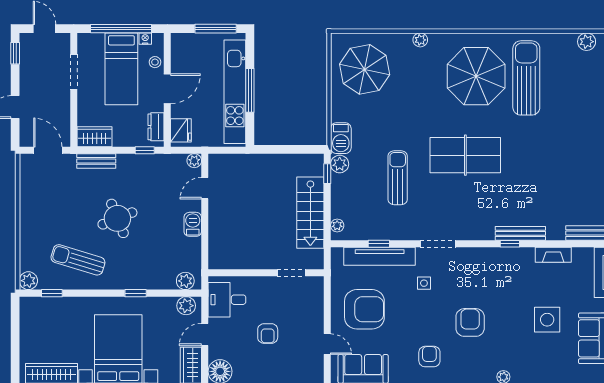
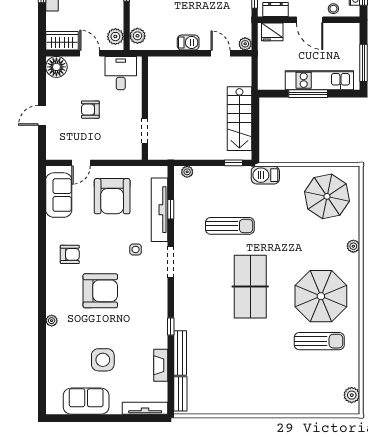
sun lounger: (526, 78) -> (319, 341), width x0.73, depth x0.75
kitchen unit: (235, 92) -> (319, 80), width x0.73
plant: (340, 164) -> (242, 174), removed
stairs: (310, 213) -> (239, 119), moved, turned -90
bench: (520, 233) -> (180, 353), moved
armchair: (470, 322) -> (100, 291), width x1.36, depth x1.36

